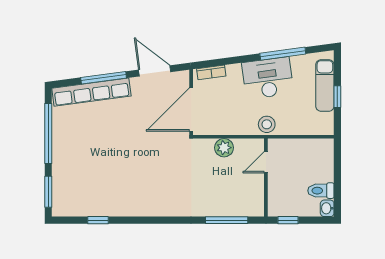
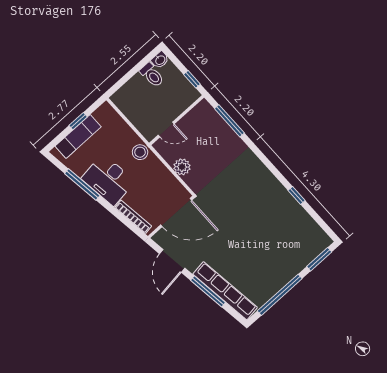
bookcase: (211, 72) -> (133, 217), width x1.56
window: (98, 220) -> (297, 195), moved

